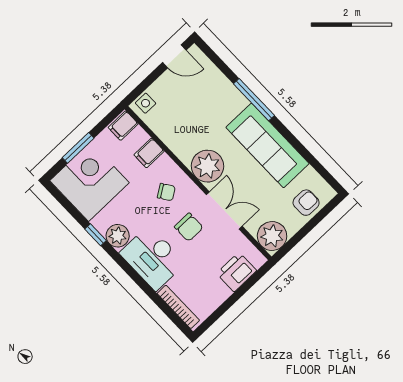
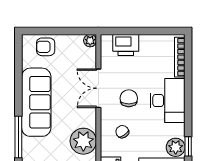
plant: (207, 166) -> (83, 141), moved
plant: (118, 236) -> (176, 147), moved
plant: (272, 236) -> (90, 41), width x0.53, depth x0.53

